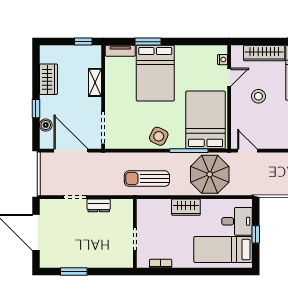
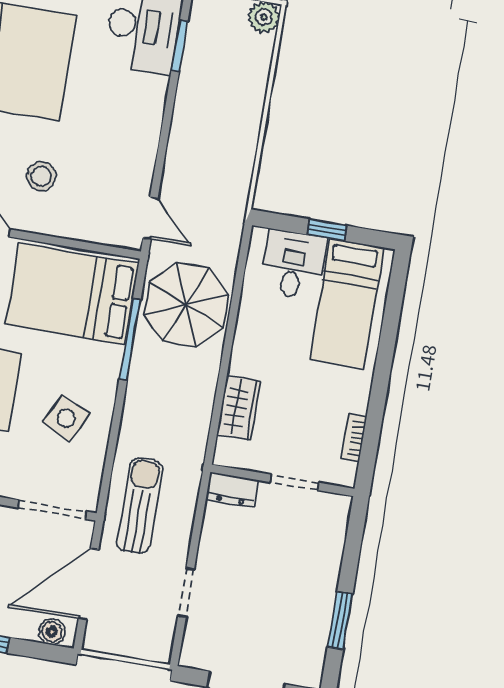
boiler: (46, 125) -> (52, 632), moved
side table: (159, 136) -> (66, 418), moved
door: (247, 151) -> (150, 218), swing flipped
sun lounger: (147, 179) -> (140, 506), moved, turned 180
dresser: (99, 205) -> (232, 489), moved, turned 90
wardrobe: (186, 207) -> (239, 408), moved

